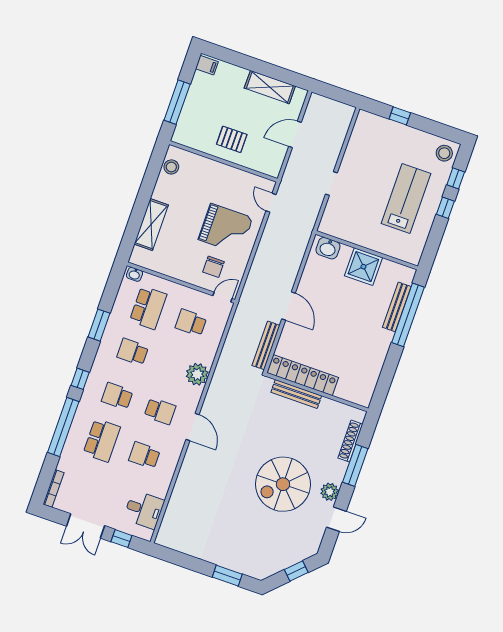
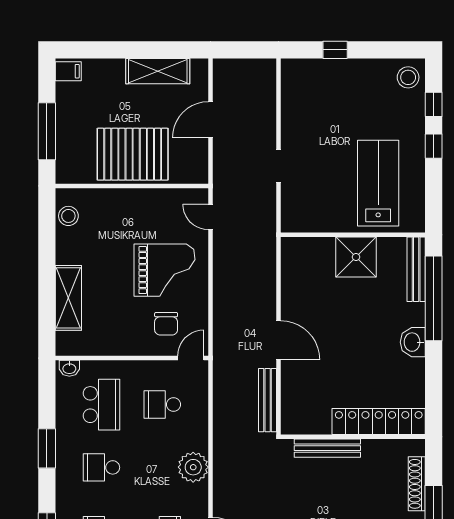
pallet: (232, 139) -> (133, 154), width x2.05, depth x2.00
lab bench: (406, 199) -> (378, 183), moved
washbasin: (328, 248) -> (413, 342), moved, turned 90
bench: (397, 307) -> (416, 269), moved
locker: (303, 375) -> (379, 421), moved

